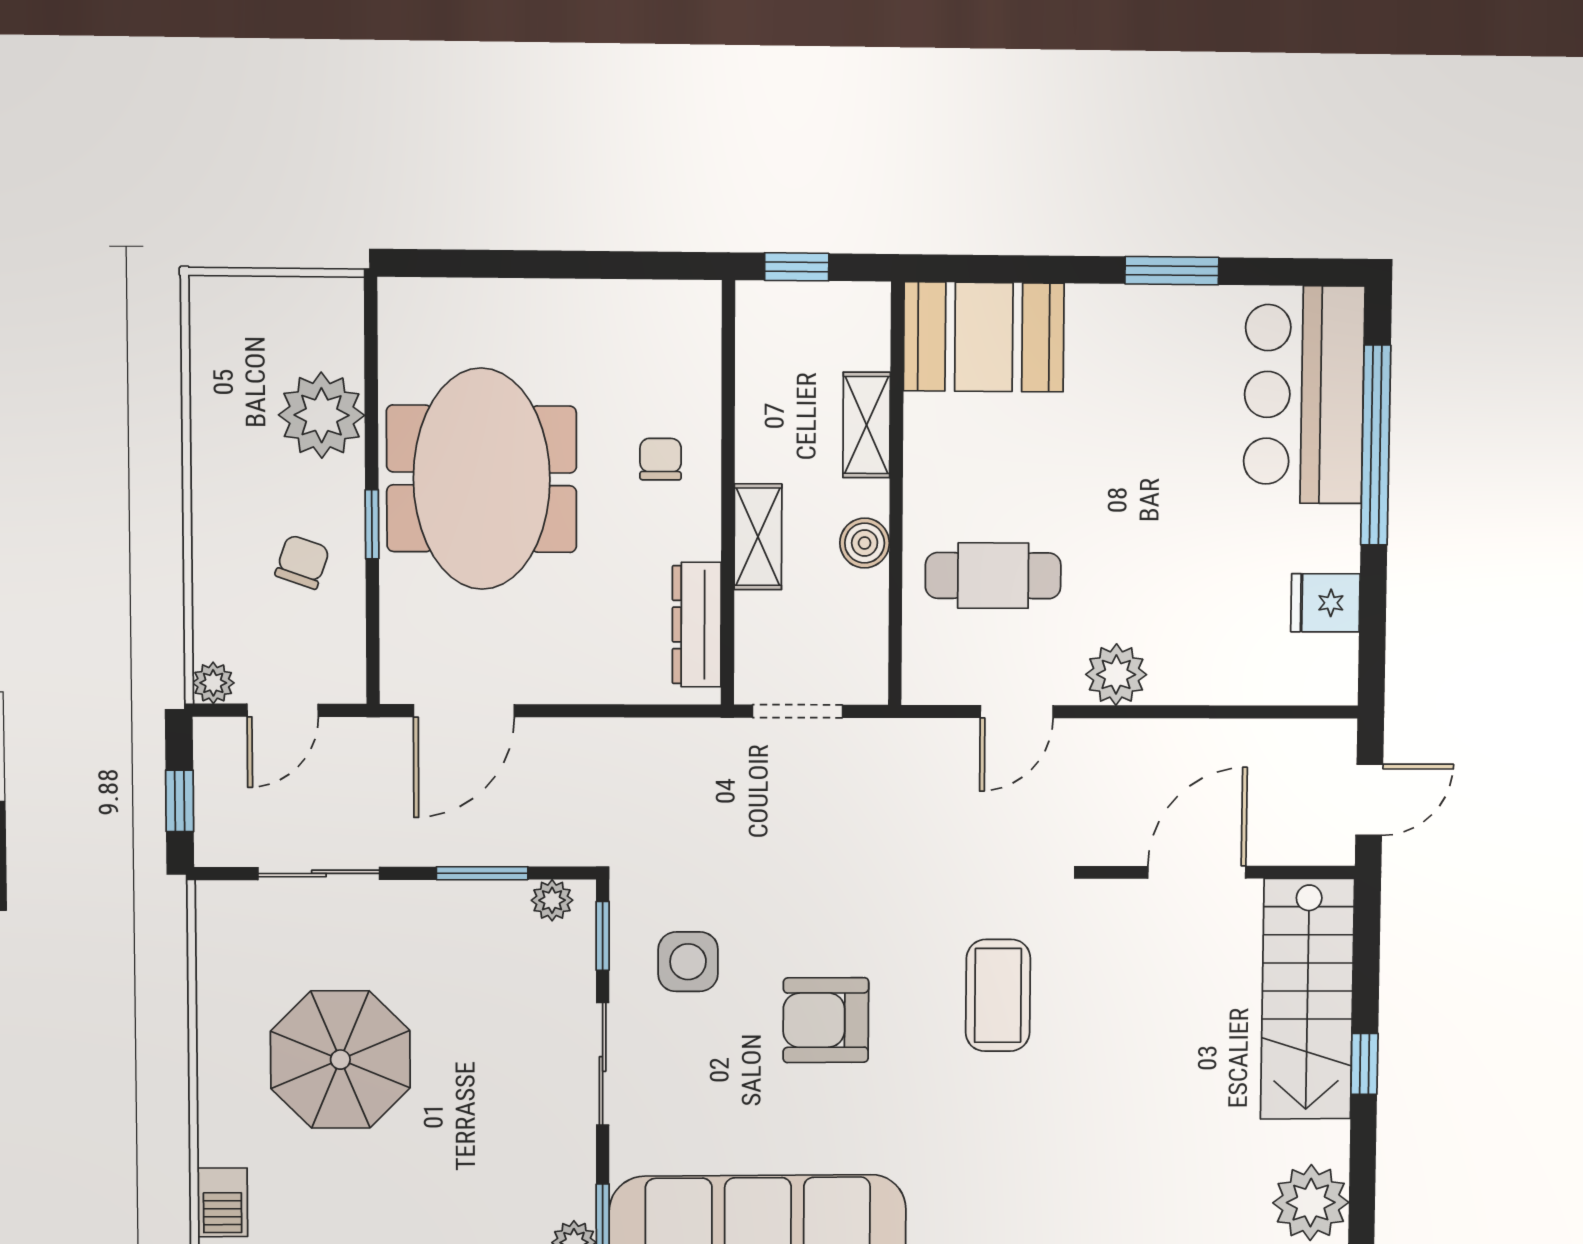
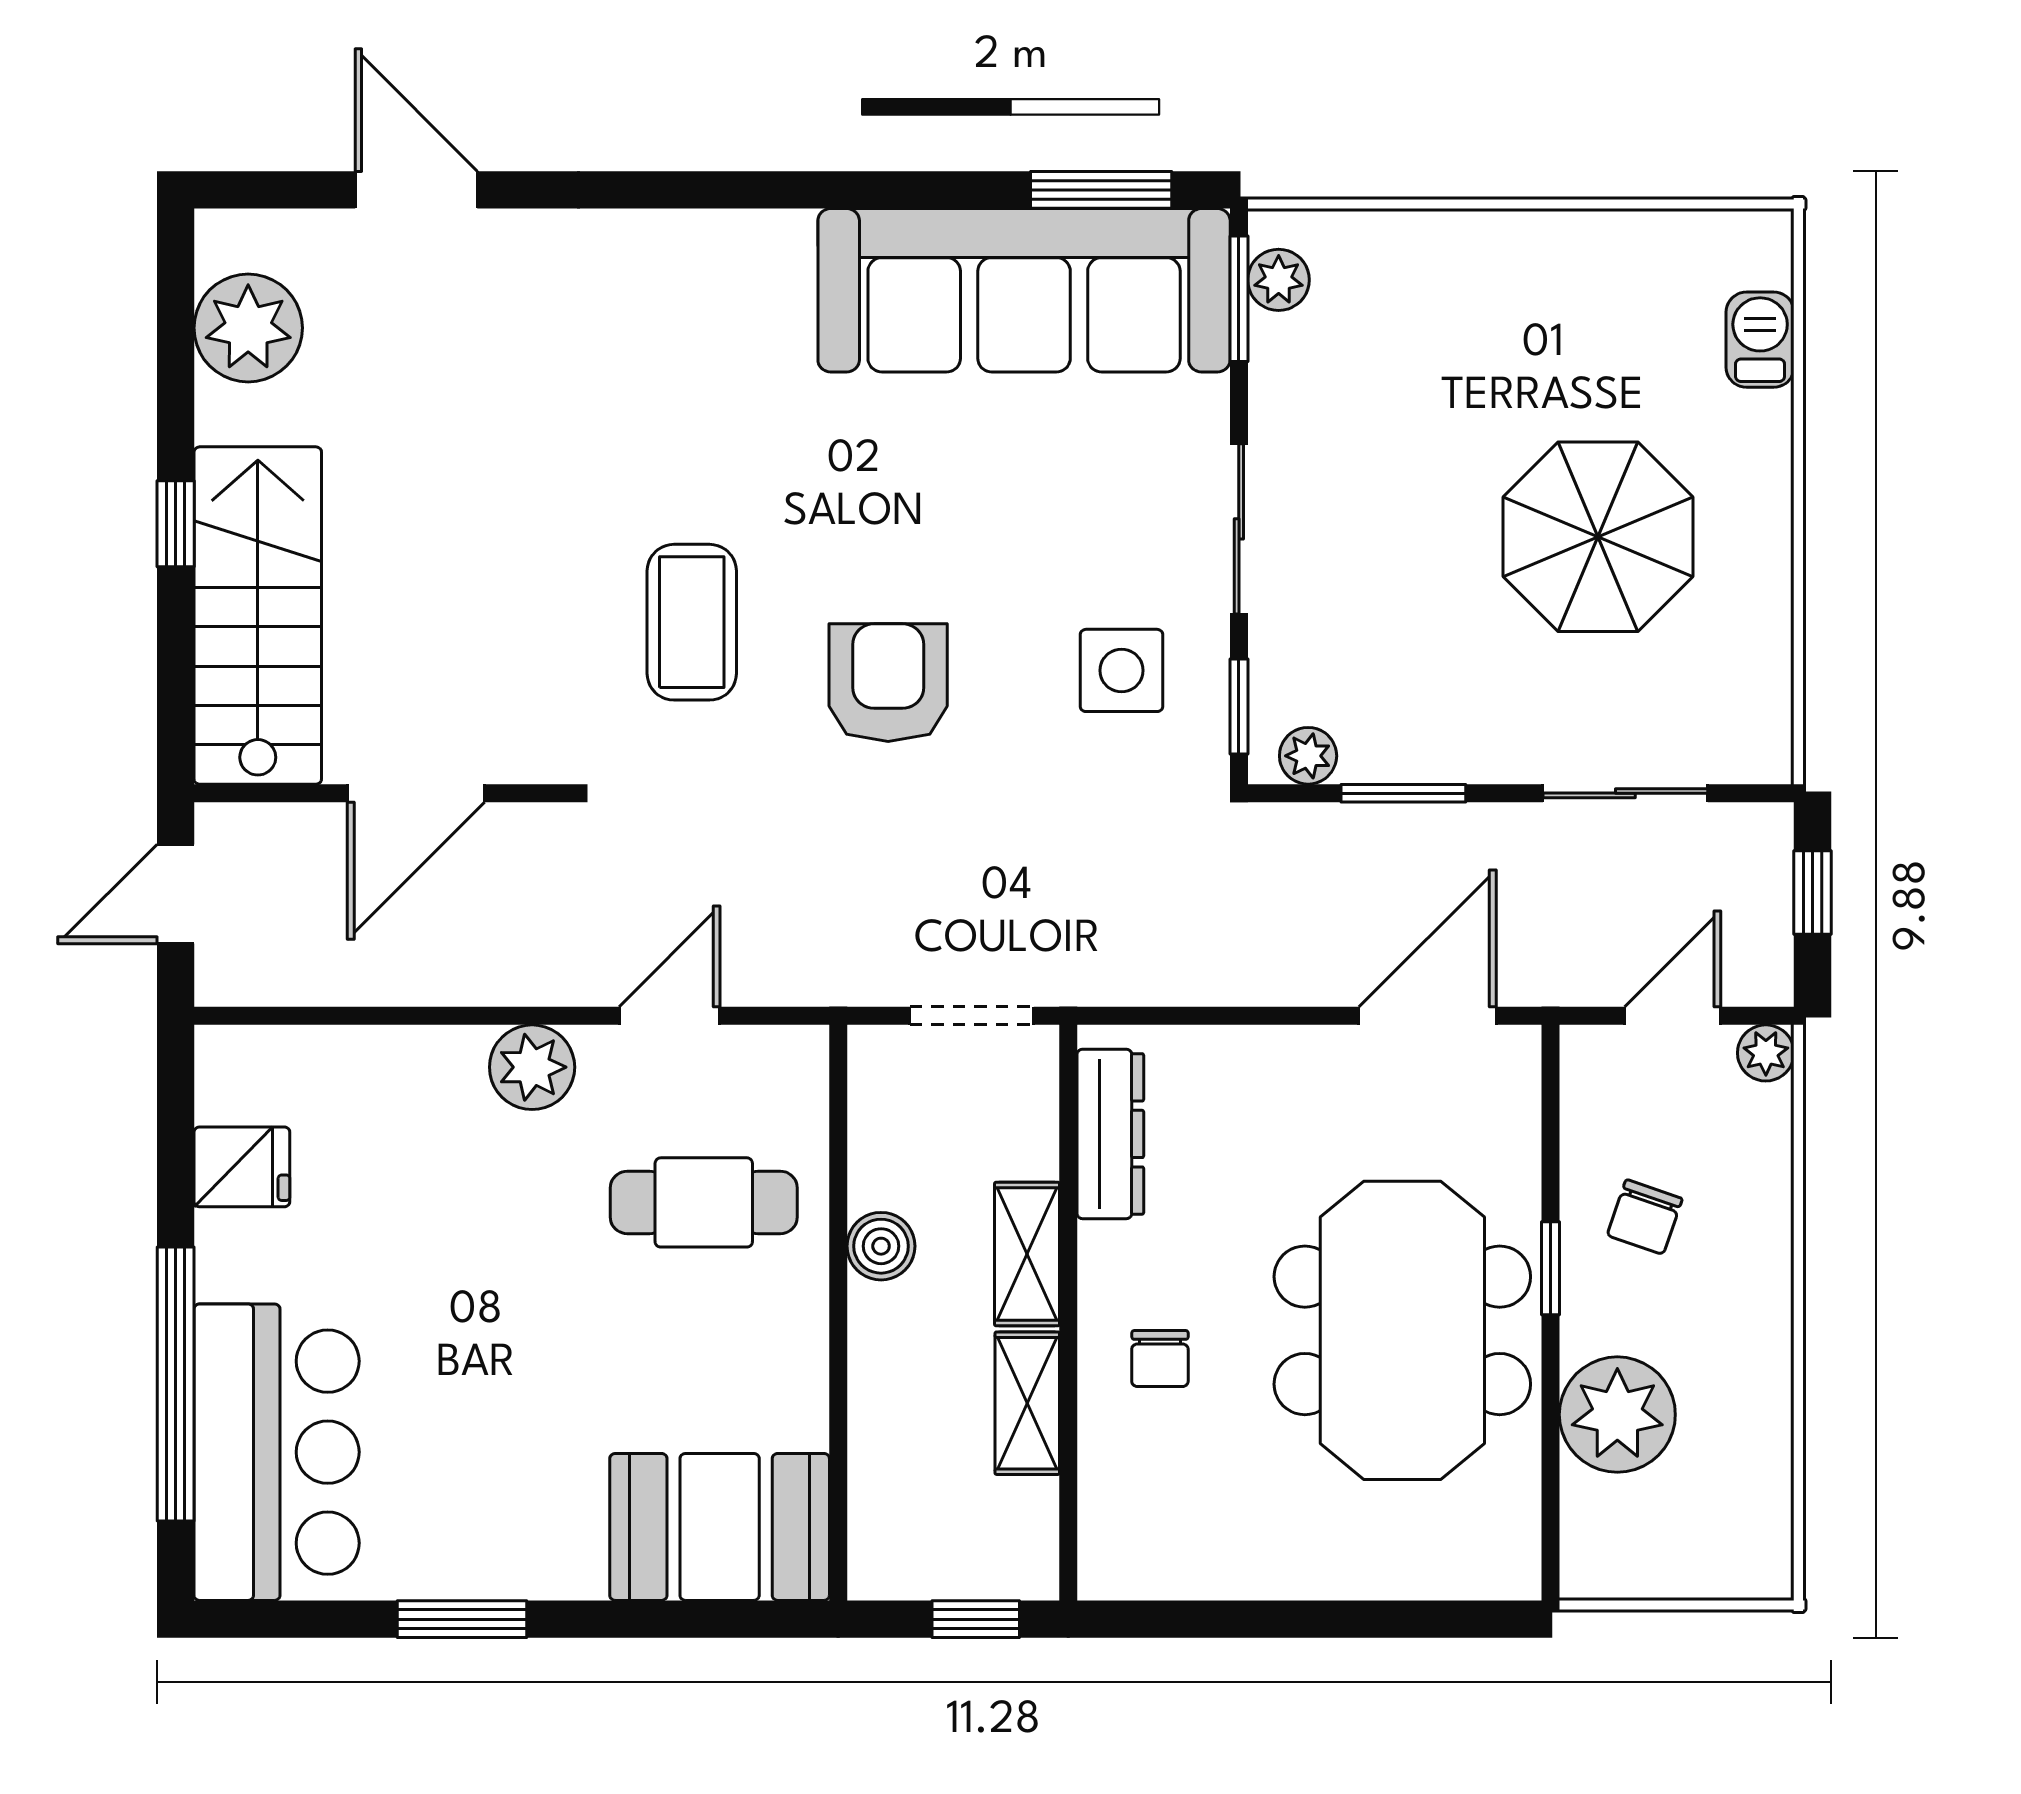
shelving: (867, 425) -> (1027, 1403), moved
armchair: (826, 1020) -> (888, 683), moved, turned -90

